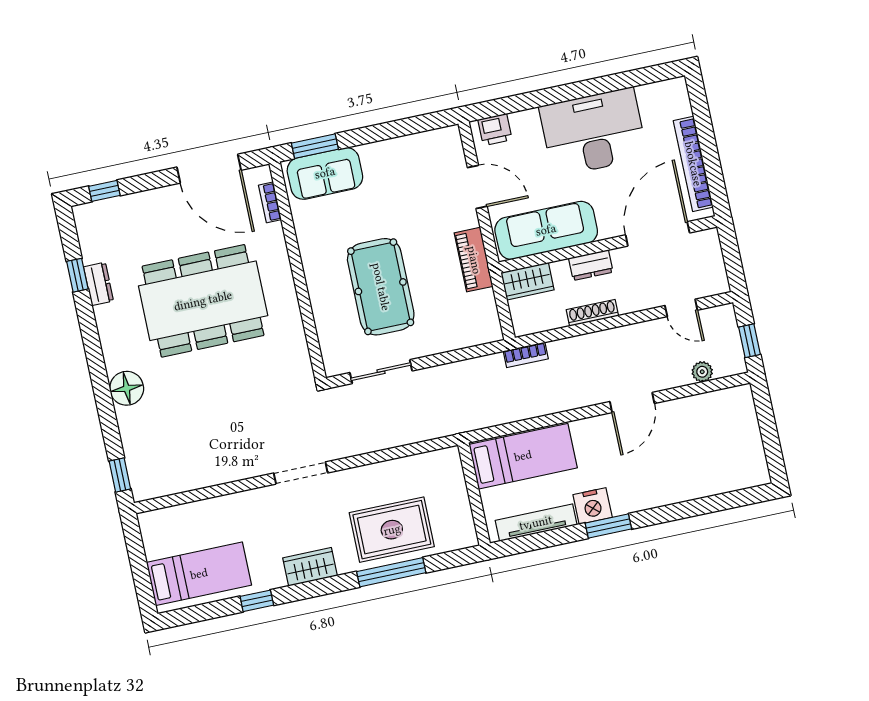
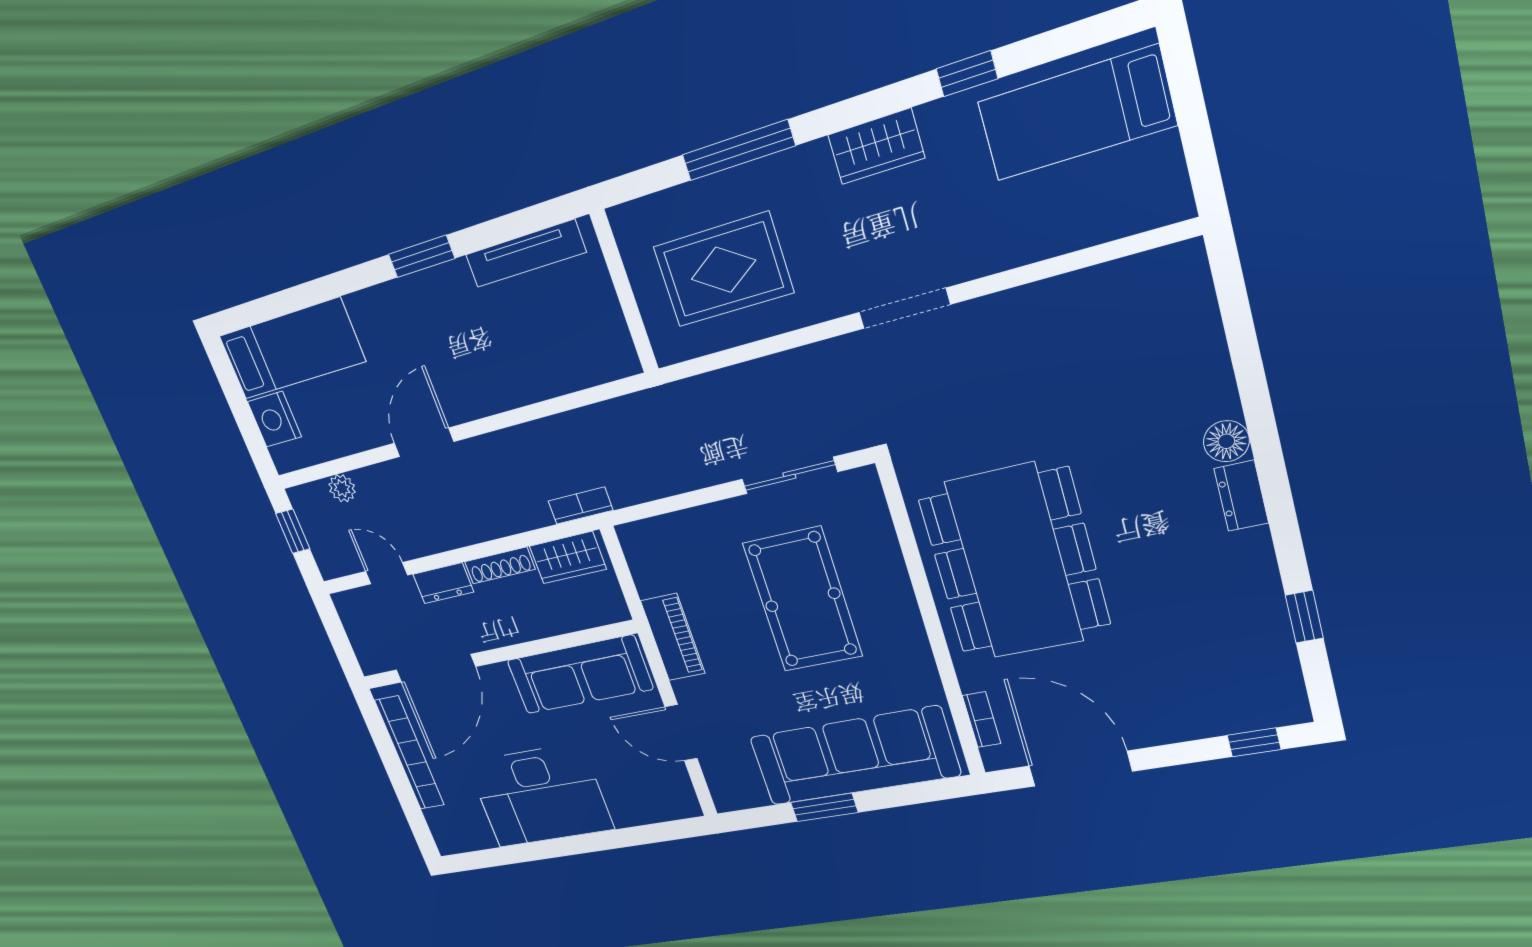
printer: (495, 130) -> (667, 804), removed
window: (315, 146) -> (824, 807), moved
sofa: (325, 173) -> (854, 756), width x1.85, depth x1.27
dresser: (591, 265) -> (443, 583), moved, turned 180
wardrobe: (527, 281) -> (568, 558), moved, turned 180
dresser: (99, 284) -> (1241, 496), moved
dining table: (203, 301) -> (1014, 562), moved, turned 90
floor lamp: (127, 388) -> (1226, 441), width x0.73, depth x0.73
bed: (523, 456) -> (292, 349), moved, turned 180
window: (120, 475) -> (1230, 284), removed
nightstand: (593, 506) -> (274, 419), moved, turned -90
rug: (392, 530) -> (723, 270), moved

